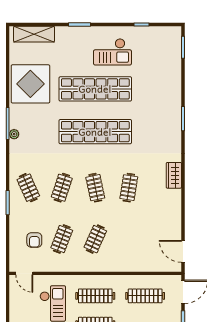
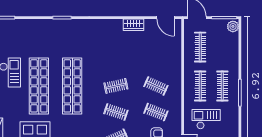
wardrobe: (174, 175) -> (134, 25), moved
clothes rail: (129, 188) -> (116, 60), removed
door: (183, 251) -> (165, 18), hinge flipped

